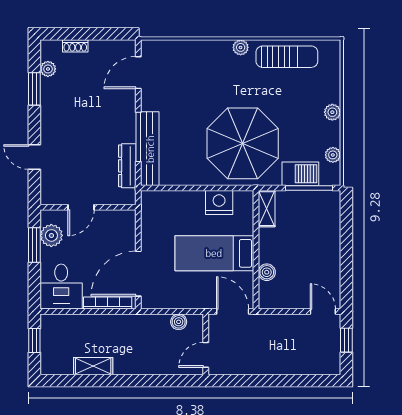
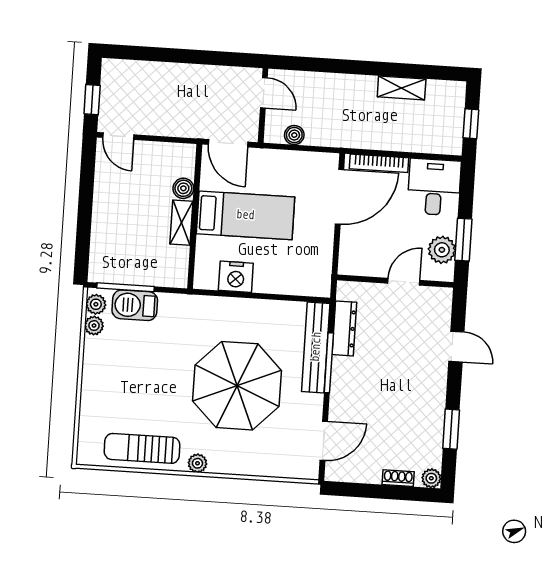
plant: (48, 69) -> (431, 478), moved
plant: (332, 112) -> (96, 304), moved
parasol: (243, 143) -> (237, 386), moved
shelving: (267, 209) -> (181, 223), moved
door: (206, 355) -> (264, 93), hinge flipped

